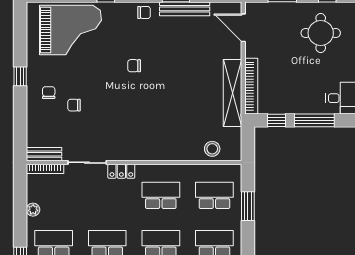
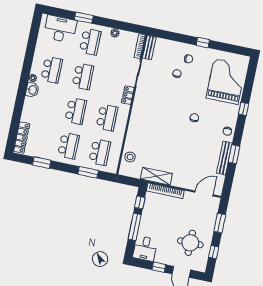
grand piano: (70, 30) -> (226, 81), turned 180
shelving: (233, 93) -> (156, 176), width x0.68

